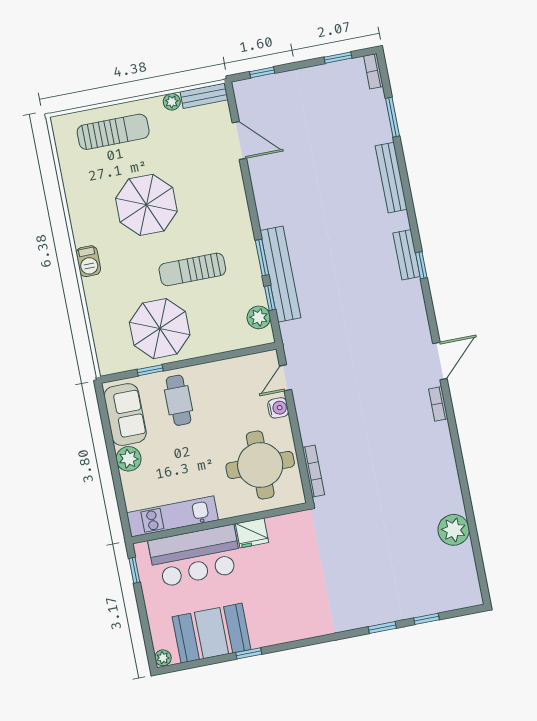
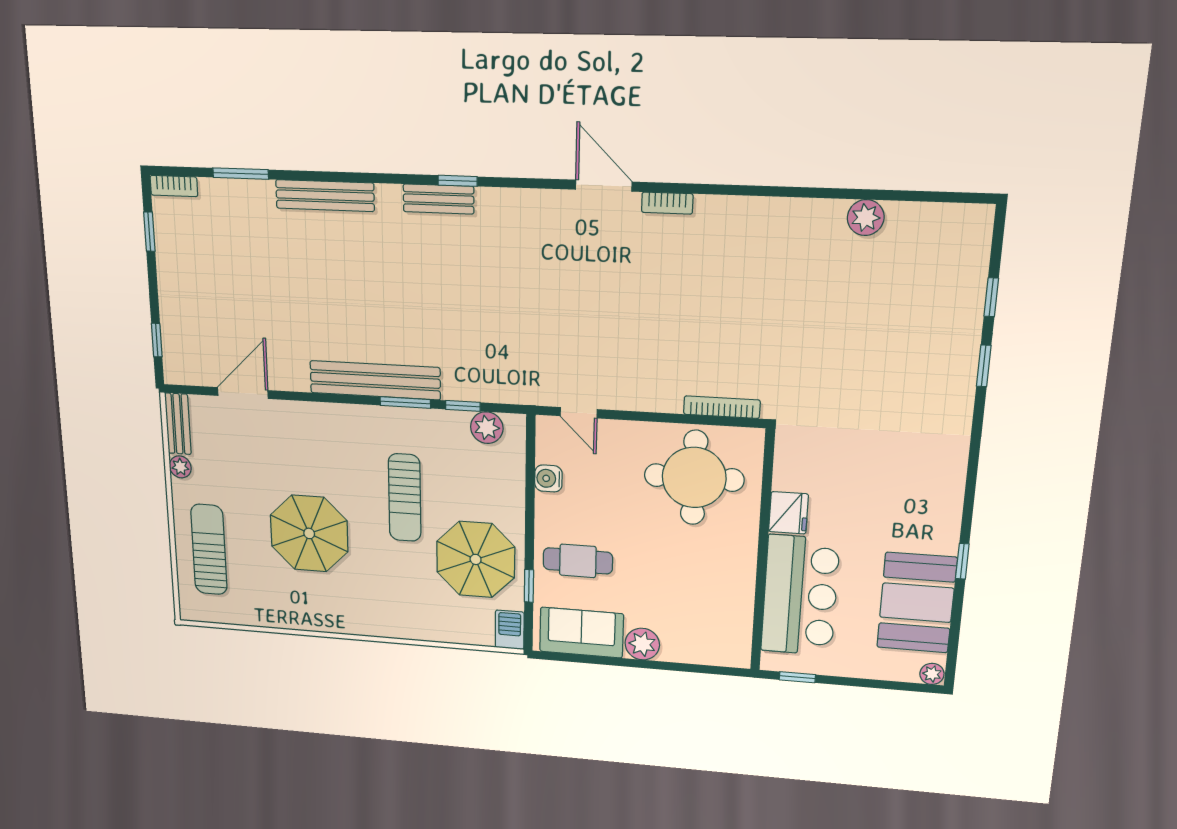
barbecue: (88, 261) -> (510, 630), moved, turned -90
bench: (280, 274) -> (375, 380), moved
water cooler: (278, 408) -> (548, 478), moved, turned -90
kitchen unit: (172, 516) -> (736, 610), removed
plant: (454, 530) -> (866, 218), width x0.73, depth x0.73

